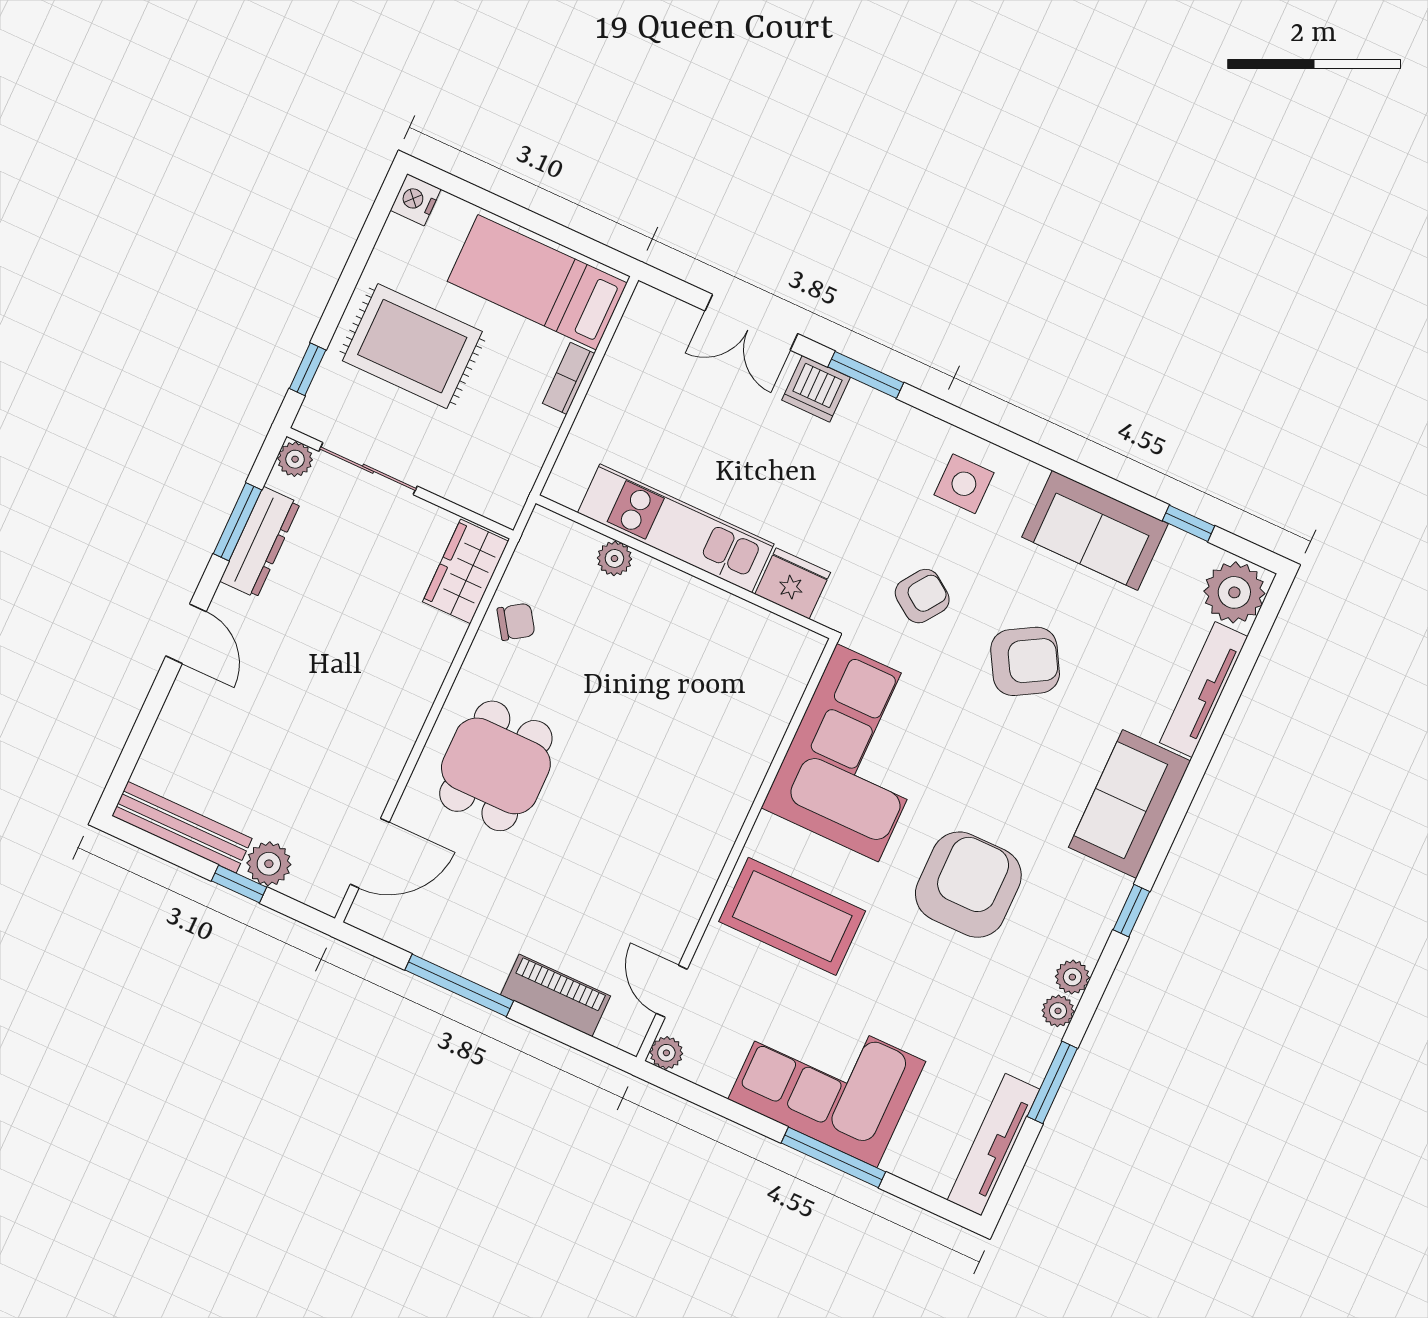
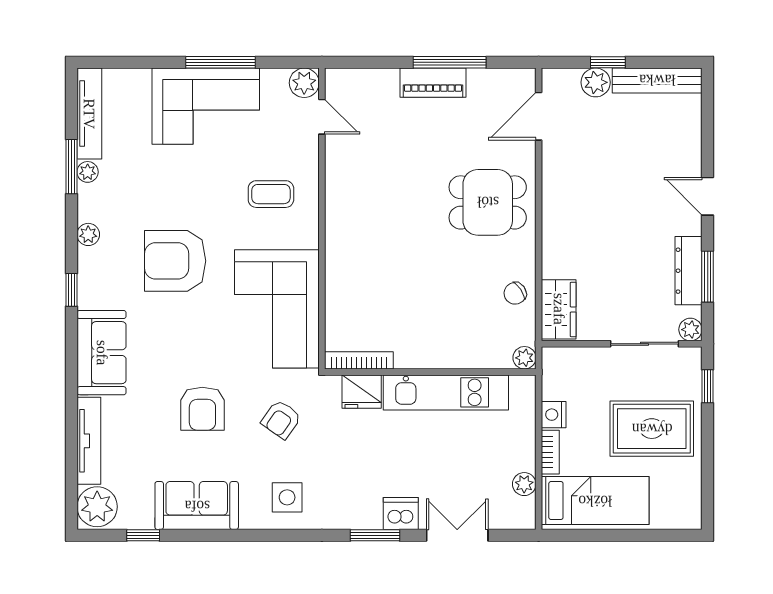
nightstand: (416, 200) -> (554, 415), moved, turned 180
plant: (625, 350) -> (524, 484), added
plant: (614, 558) -> (524, 358), moved
bookcase: (776, 628) -> (359, 360), added
armchair: (1025, 661) -> (202, 409), turned -60
dining table: (496, 766) -> (488, 202), turned 90
armchair: (968, 885) -> (175, 261), turned 90
coffee table: (792, 916) -> (271, 194), width x0.54, depth x0.58
piano: (556, 995) -> (433, 83), moved
plant: (1058, 1011) -> (88, 172), moved
plant: (666, 1053) -> (304, 83), width x1.38, depth x1.38
window: (833, 1157) -> (220, 62), moved

